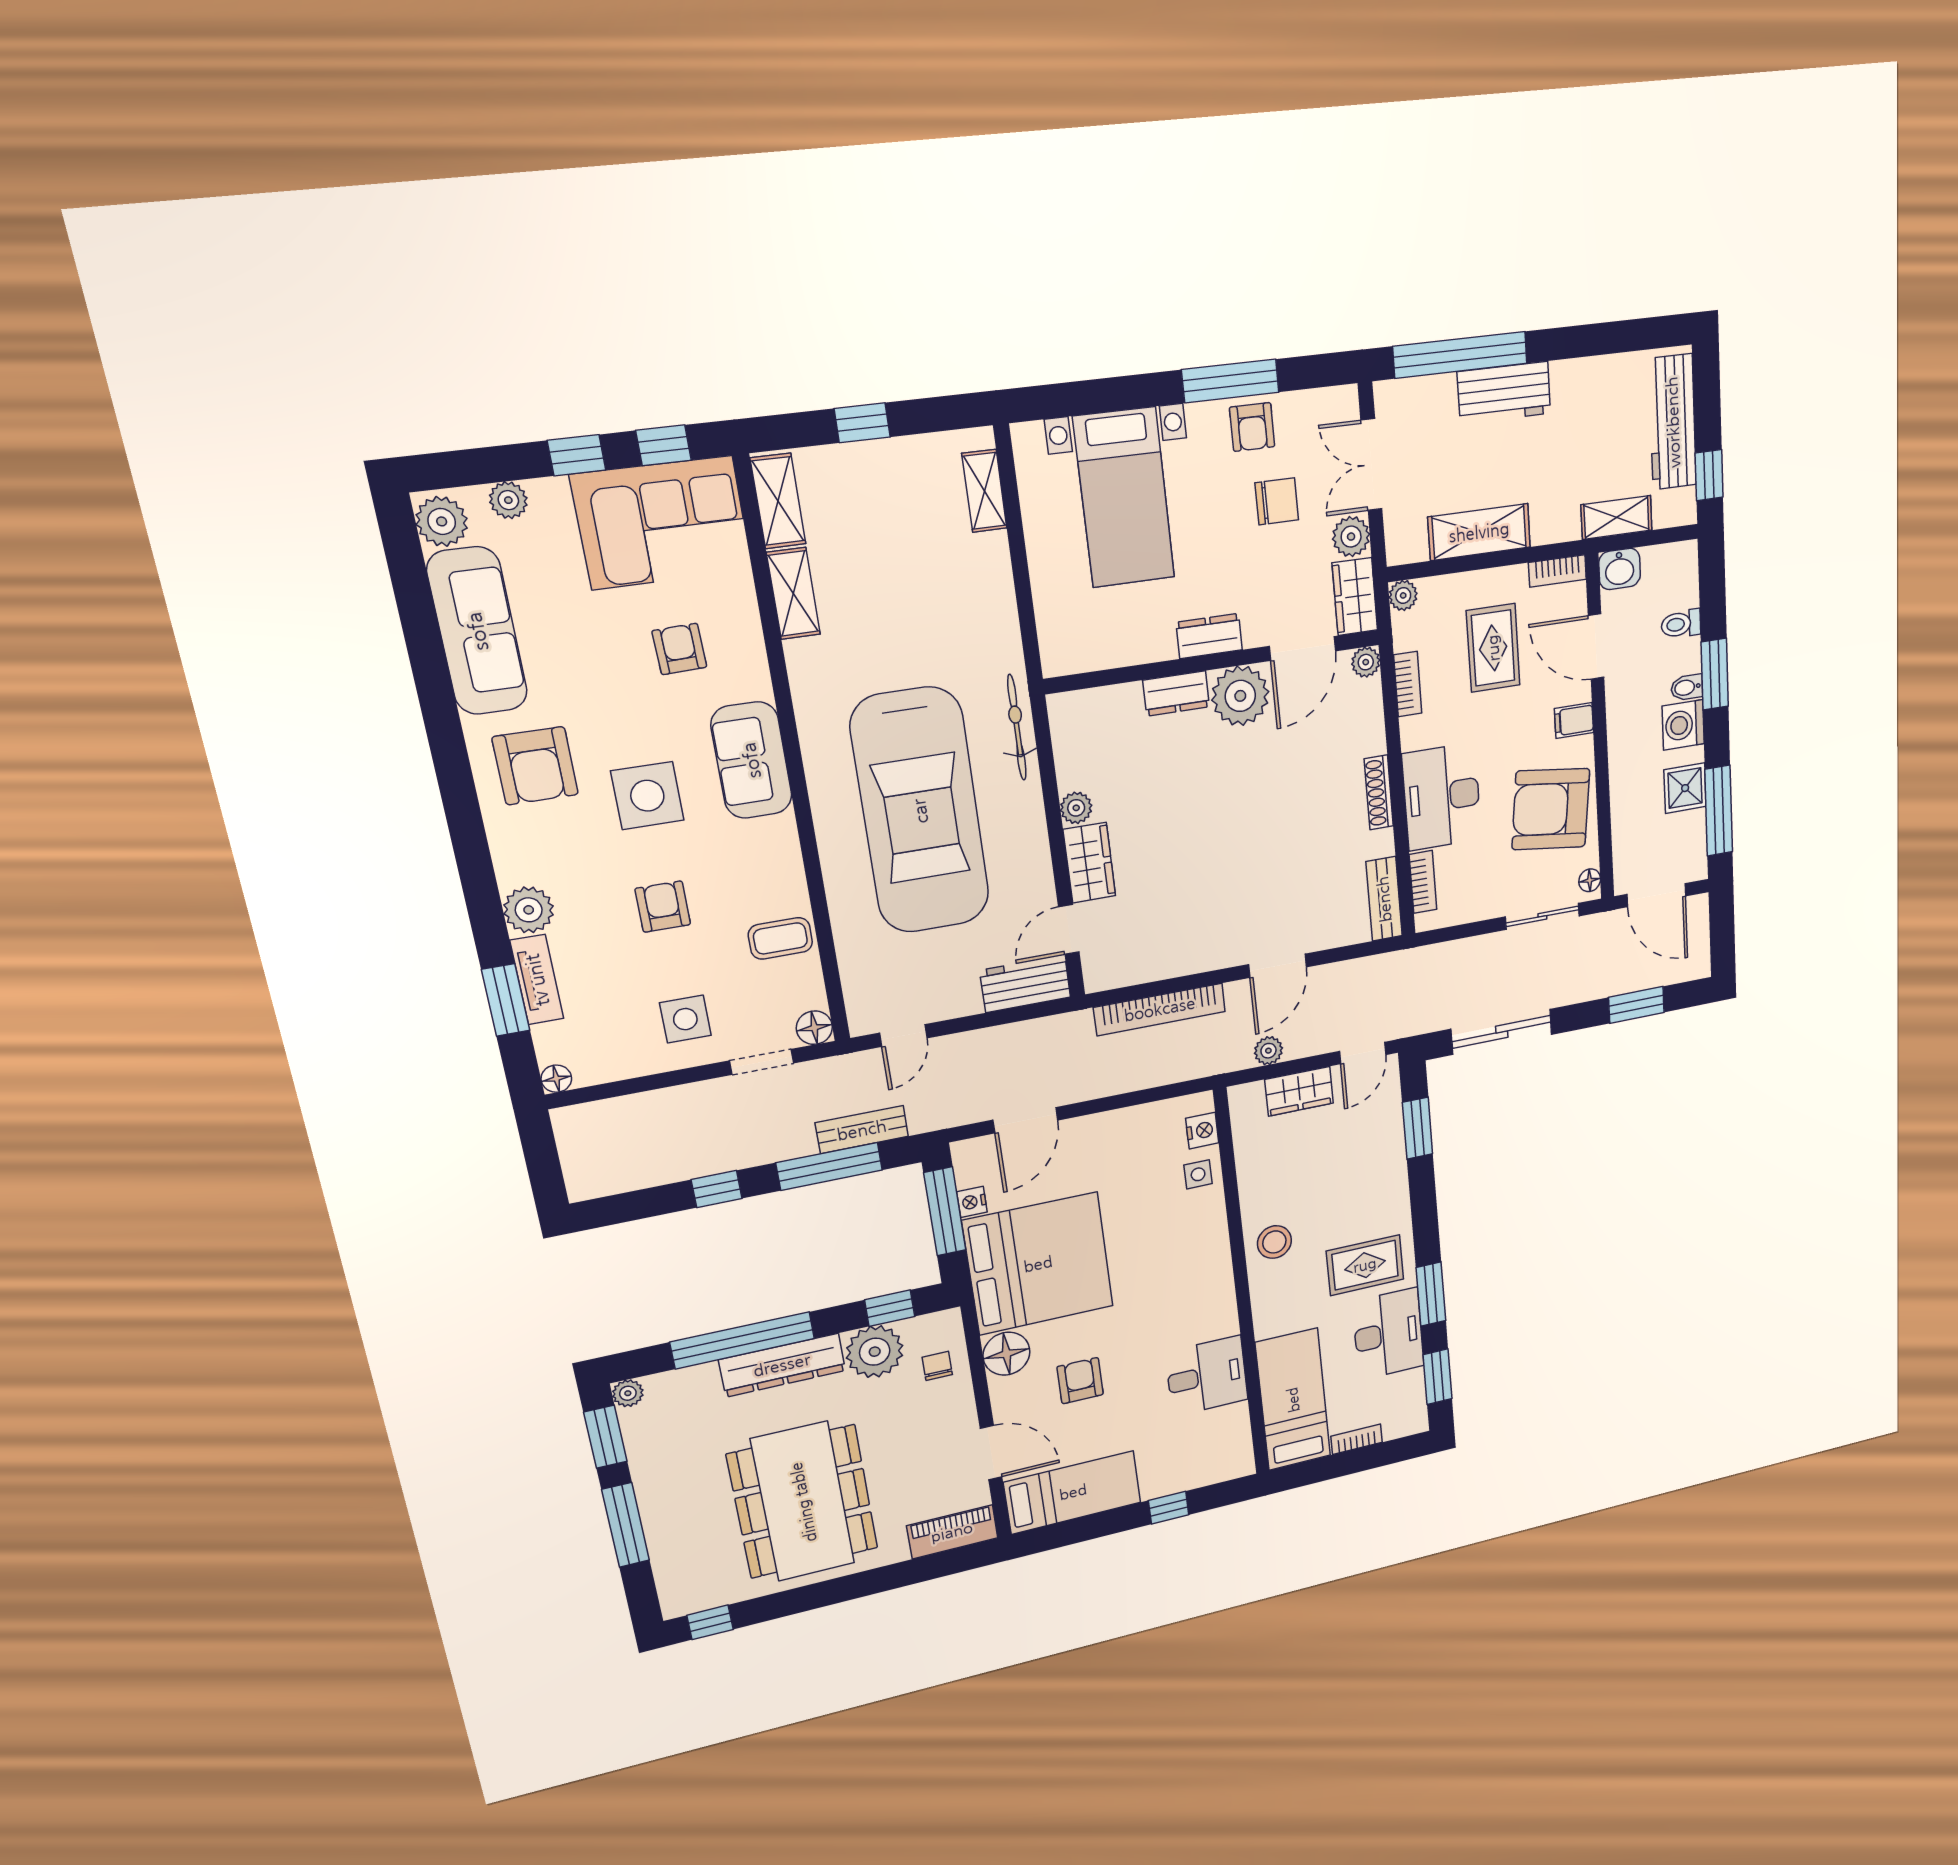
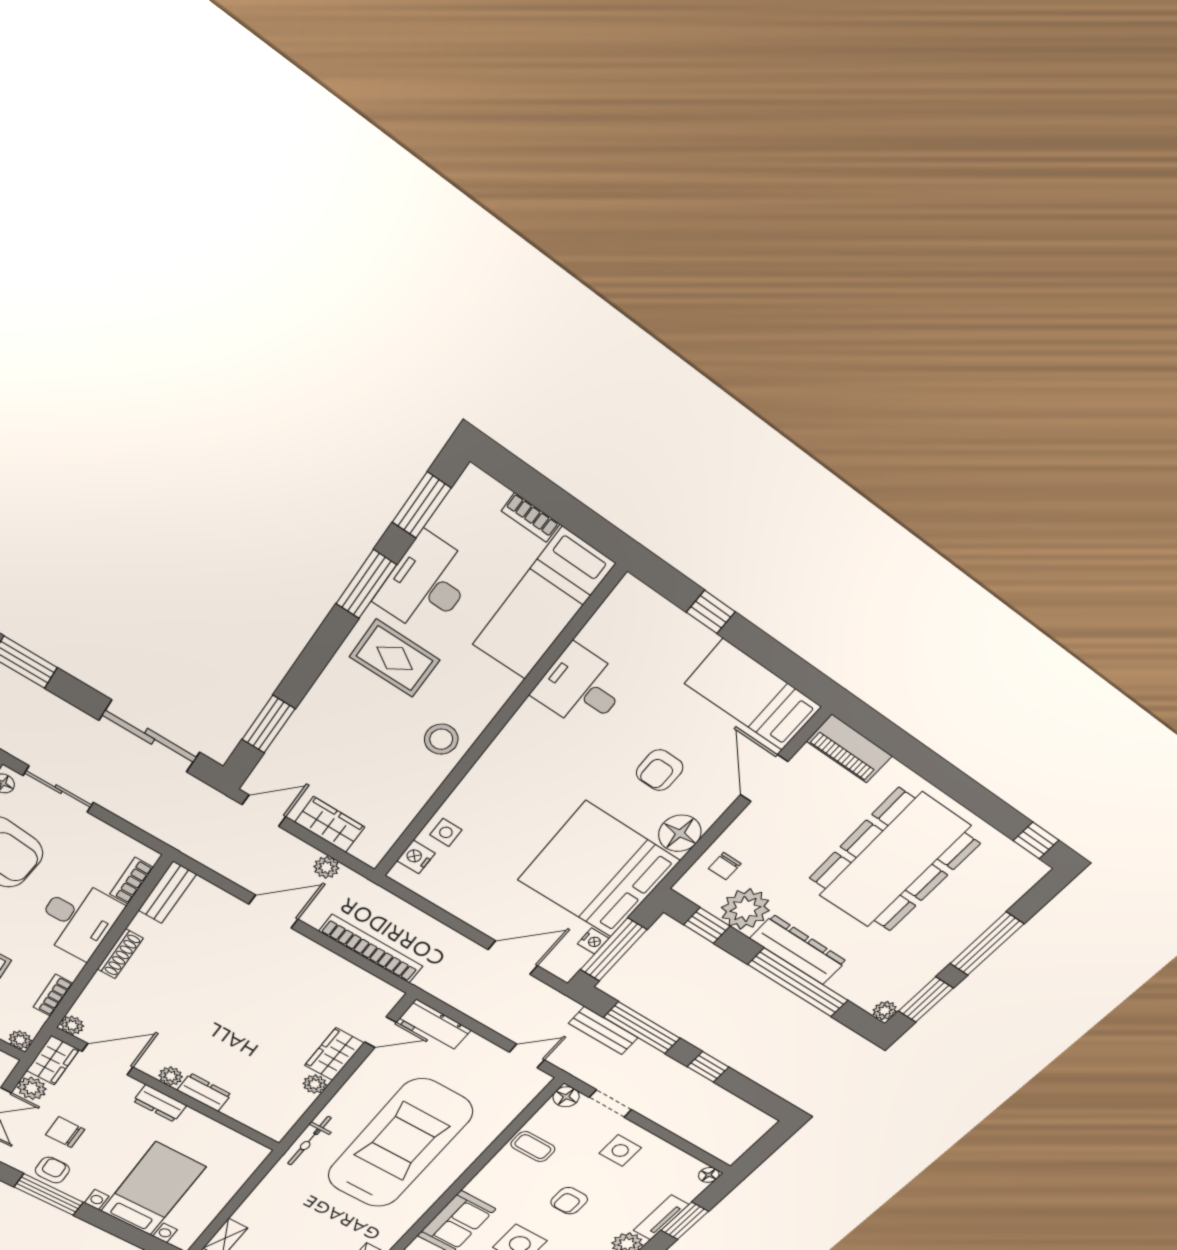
plant: (1240, 696) -> (171, 1076), width x0.53, depth x0.53

